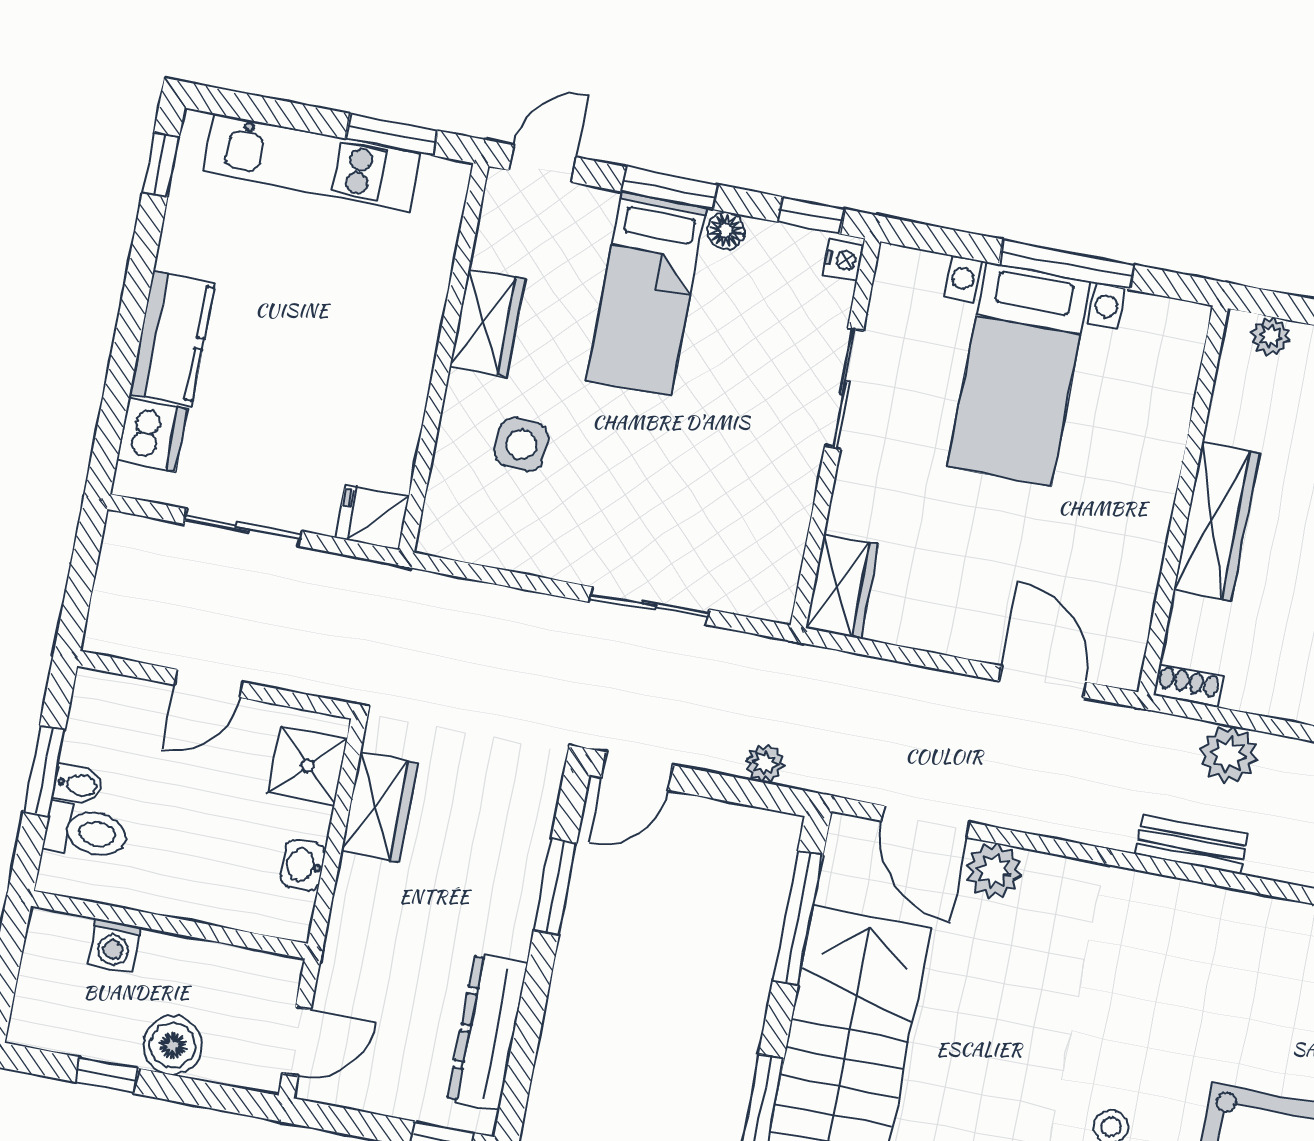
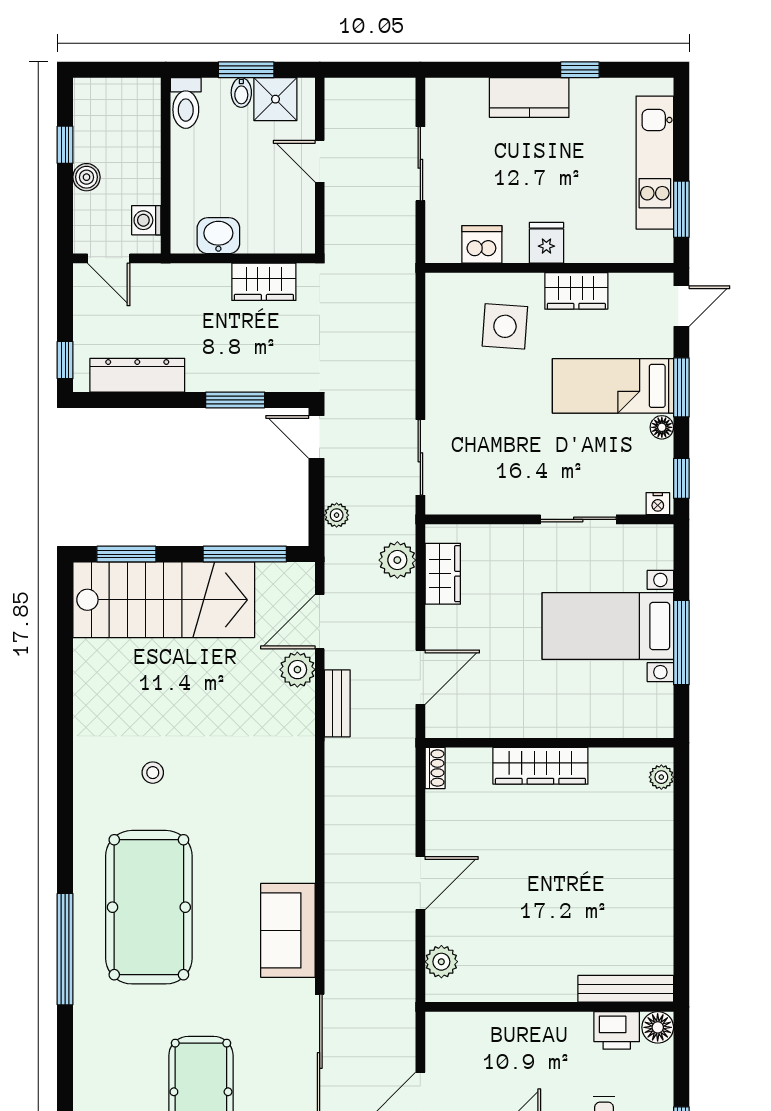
door: (543, 164) -> (681, 306), hinge flipped
window: (161, 165) -> (580, 70), moved
dishwasher: (152, 435) -> (482, 244), moved, turned 180
side table: (521, 445) -> (505, 326), width x1.37, depth x1.37
fridge: (372, 517) -> (546, 243), moved
wardrobe: (842, 586) -> (443, 574), moved, turned -90
sliding door: (649, 606) -> (420, 457), moved
plant: (1228, 755) -> (397, 560), moved
shower: (308, 766) -> (275, 99), moved
toilet: (86, 832) -> (186, 103), moved
bench: (1191, 844) -> (337, 703), moved
washbasin: (303, 865) -> (218, 236), width x1.38, depth x1.45
washing machine: (114, 945) -> (146, 220), moved
boiler: (173, 1045) -> (87, 177), width x0.73, depth x0.73

